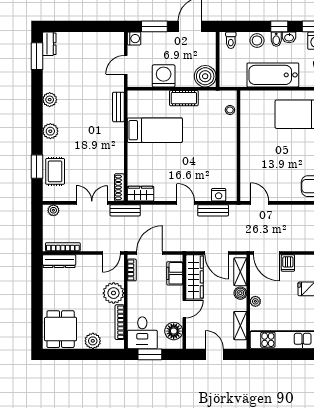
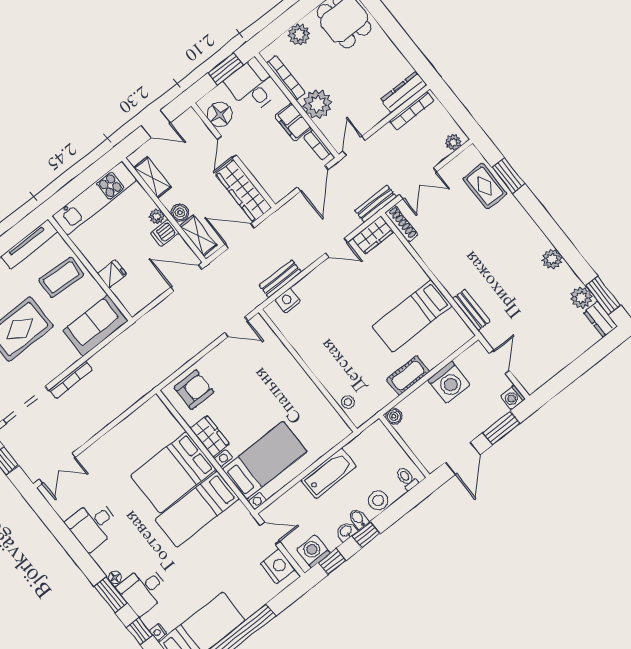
bathtub: (273, 75) -> (329, 473), width x0.73, depth x0.73
boiler: (205, 76) -> (394, 416), width x0.54, depth x0.54
plant: (50, 131) -> (581, 298), moved
door: (186, 203) -> (336, 248), moved
dishwasher: (288, 263) -> (165, 233), moved, turned -90
filing cabinet: (175, 273) -> (293, 122), moved, turned 180

